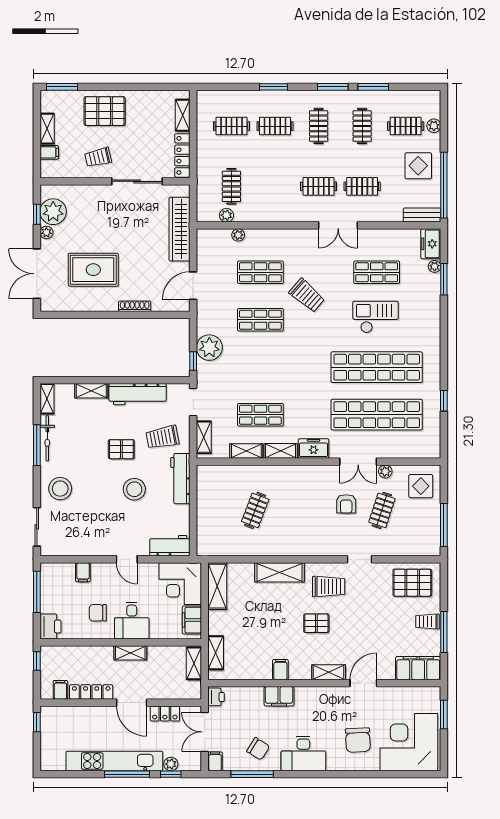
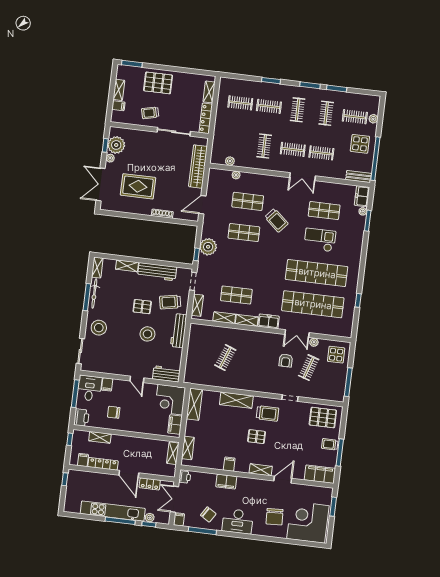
clothes rail: (231, 186) -> (264, 146), moved
desk: (132, 621) -> (90, 388), moved, turned 180
shelving: (130, 653) -> (100, 437), moved

